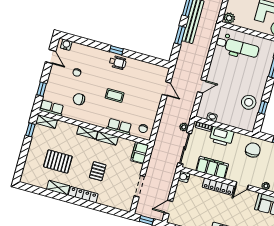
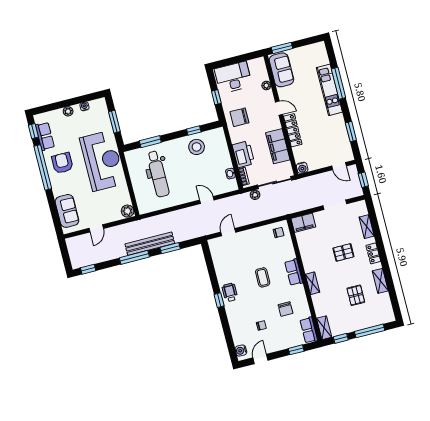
dental chair: (238, 47) -> (158, 174), moved, turned 180
row of seats: (119, 127) -> (294, 272), moved
shelving: (107, 138) -> (367, 227), moved
window: (23, 156) -> (370, 331), added
pallet: (58, 162) -> (356, 295), width x0.67, depth x0.71
locker: (83, 195) -> (373, 253), width x0.66

